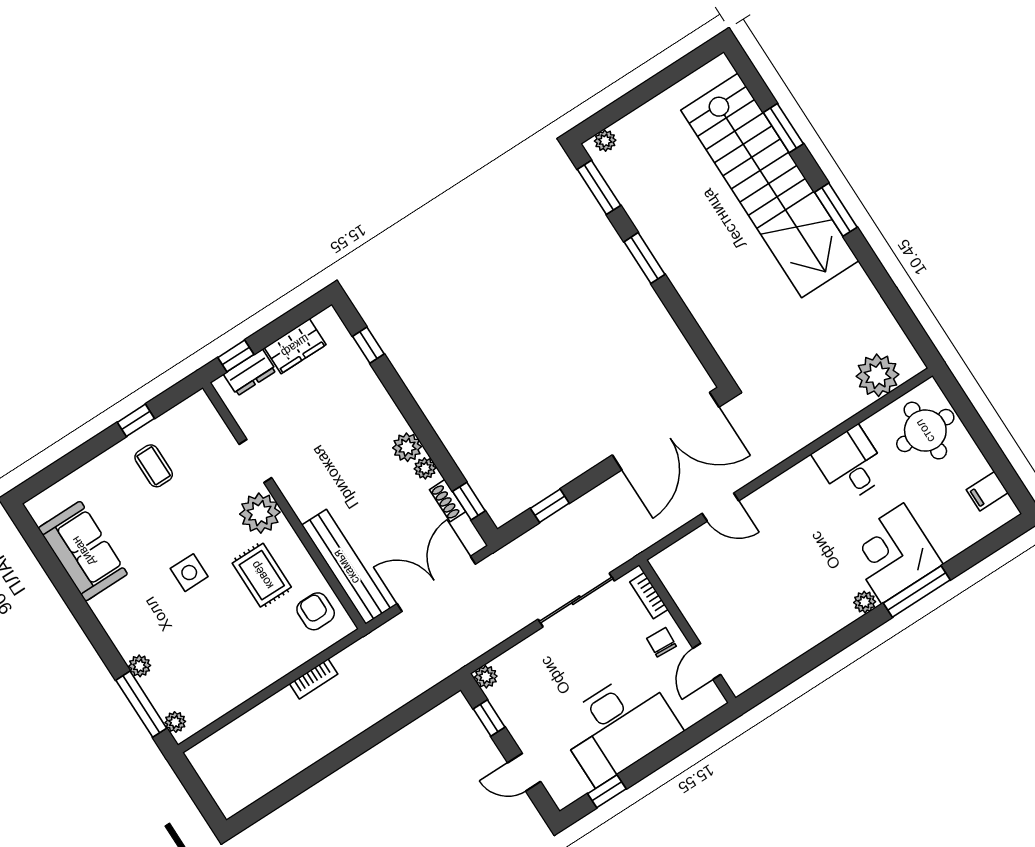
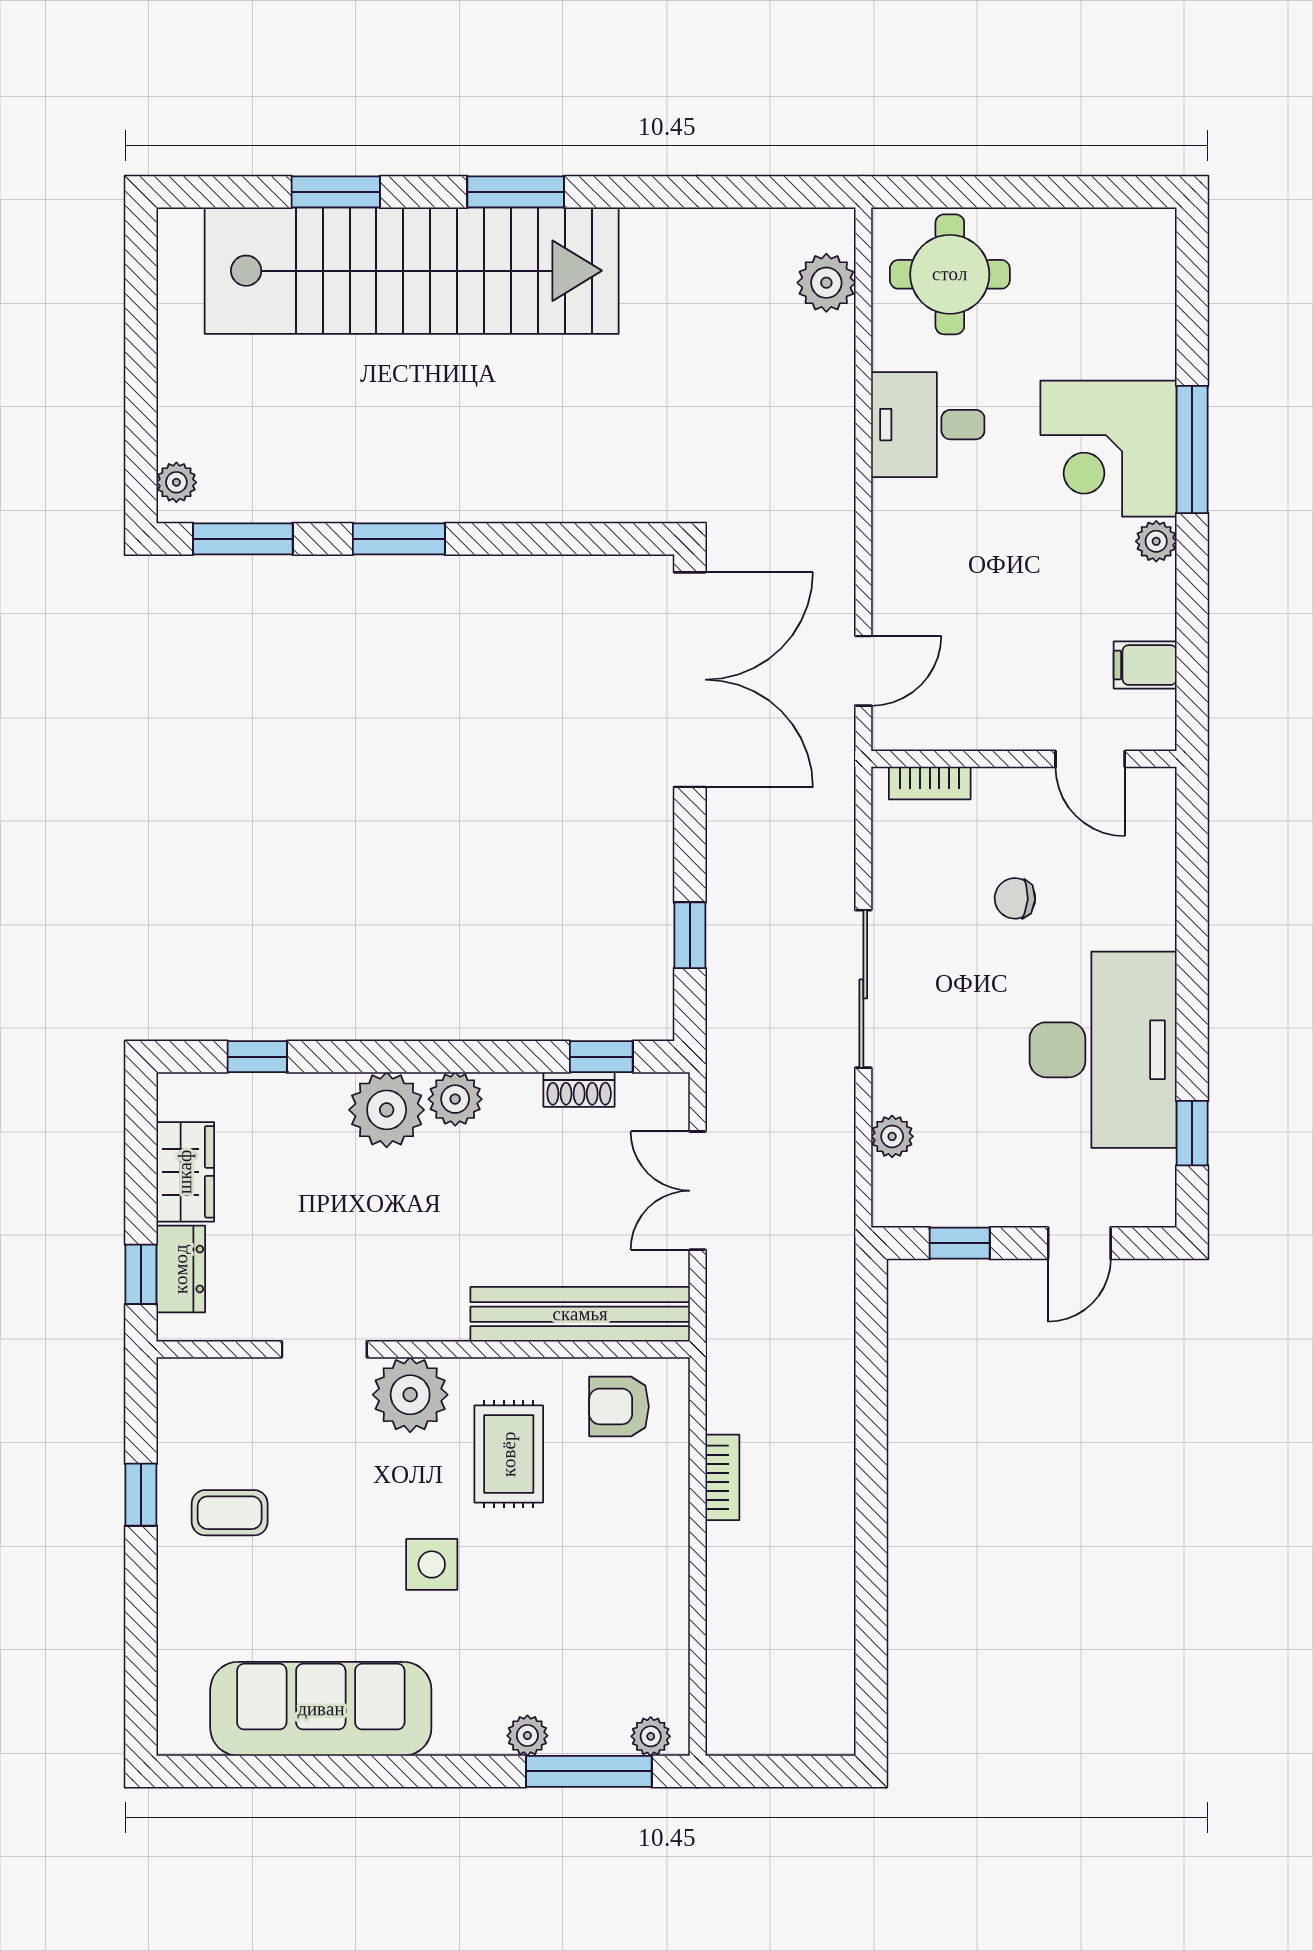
plant: (878, 375) -> (826, 283), width x0.73, depth x0.73
plant: (425, 468) -> (387, 1110), moved, width x1.87, depth x1.87
filing cabinet: (987, 491) -> (1145, 665), moved, turned 90
sofa: (83, 551) -> (321, 1709), width x1.36
rug: (262, 575) -> (509, 1454), turned 90
double door: (436, 584) -> (698, 1191), width x0.73
bookcase: (649, 596) -> (930, 783), moved
wall: (687, 631) -> (1024, 759), moved
door: (707, 661) -> (1090, 759), moved
plant: (486, 677) -> (892, 1136), moved

